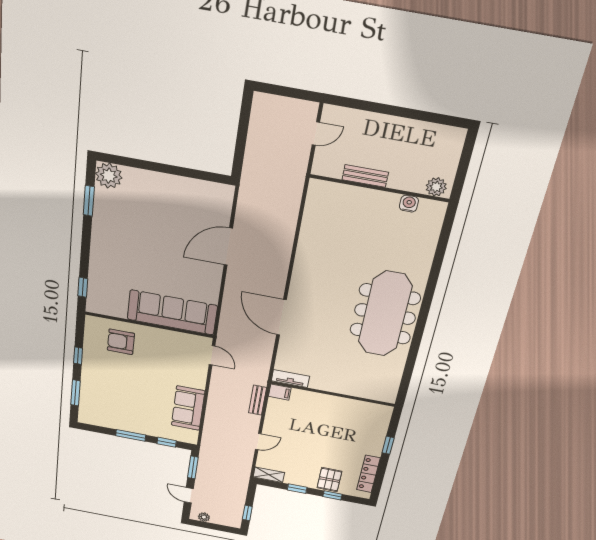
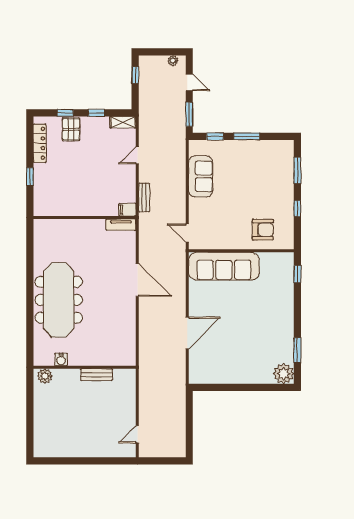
bench: (365, 176) -> (96, 375), moved
plant: (436, 187) -> (45, 376), moved
wall: (379, 188) -> (85, 367), moved
water cooler: (409, 204) -> (61, 360), moved

